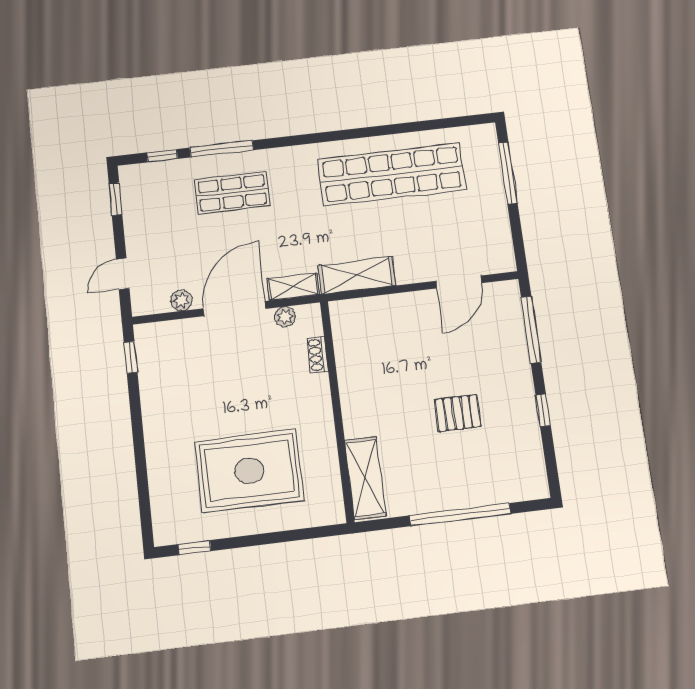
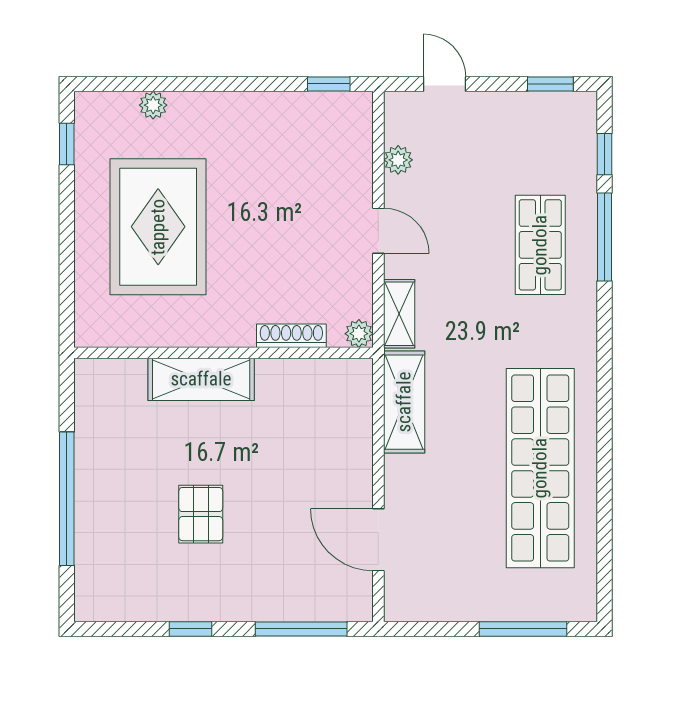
door: (234, 309) -> (378, 231), width x0.53
plant: (285, 317) -> (359, 334), moved
shoe rack: (318, 355) -> (291, 336), width x1.43
shelving: (365, 478) -> (201, 379), moved
plant: (159, 486) -> (153, 105), added

